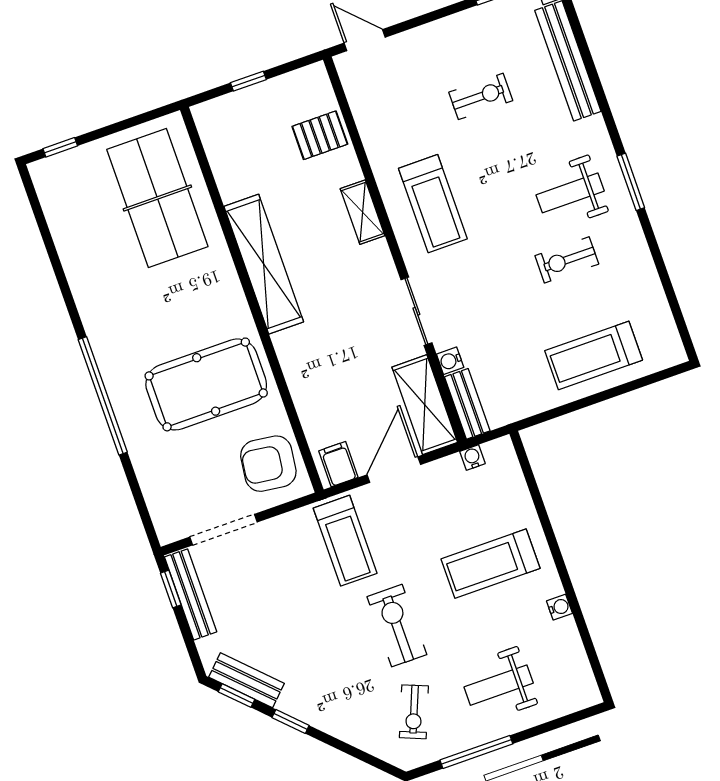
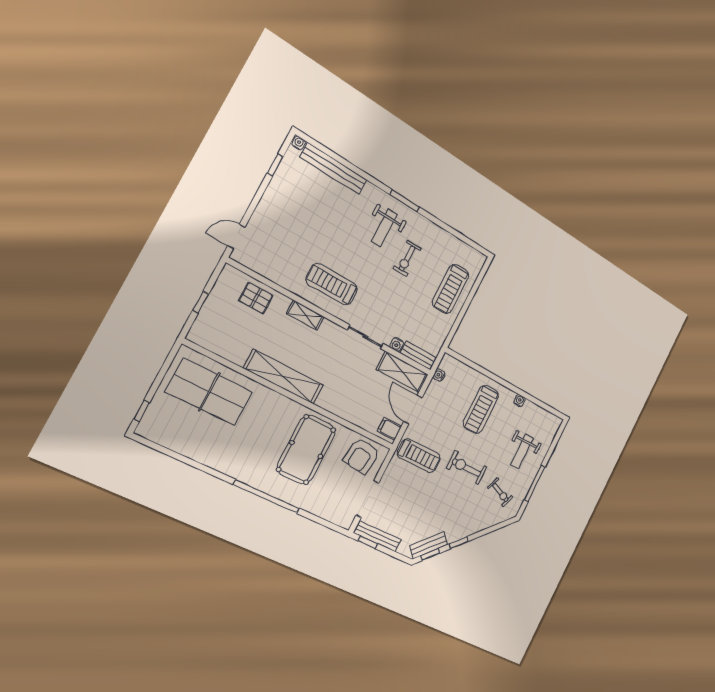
exercise bike: (481, 96) -> (310, 218), removed
pallet: (320, 135) -> (256, 298), turned 90
treadmill: (433, 204) -> (332, 284), turned 180

